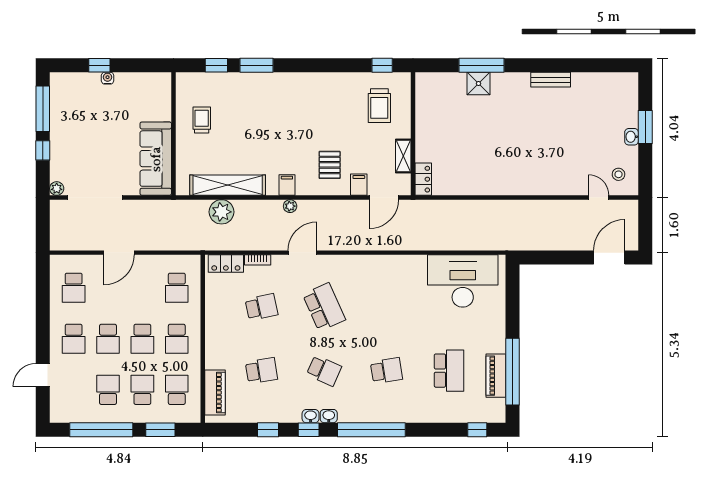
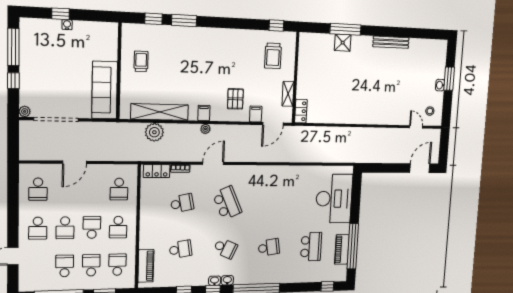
bench: (551, 80) -> (391, 42), width x1.36
desk: (463, 281) -> (334, 199), moved, turned 90
school desk: (142, 339) -> (92, 227), turned 180

